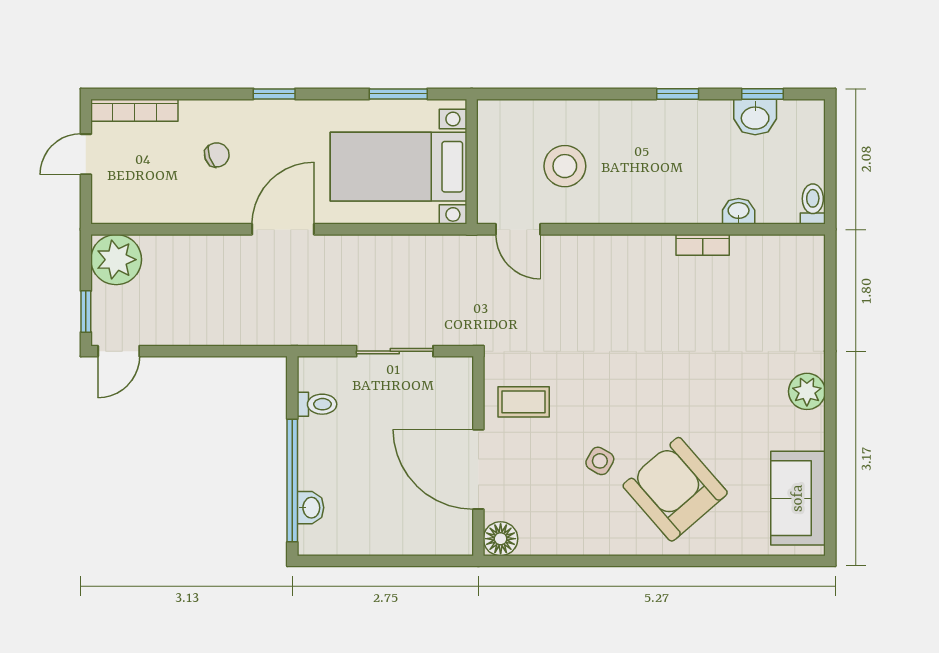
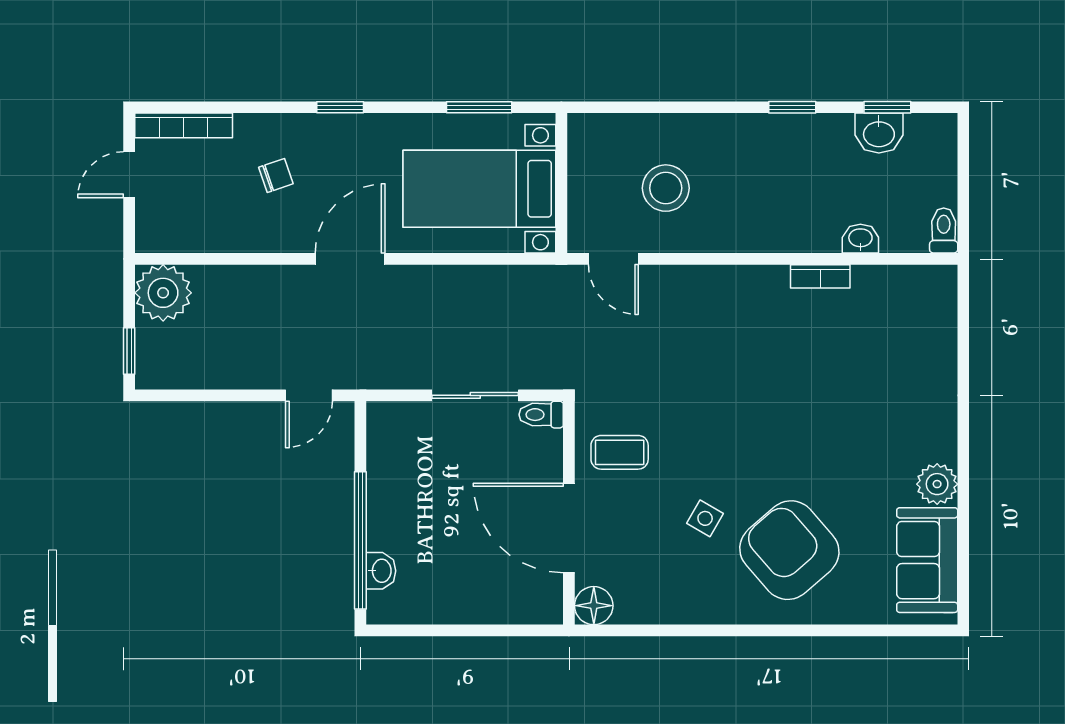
door: (119, 351) -> (309, 395), moved
plant: (807, 391) -> (937, 484), moved
toilet: (317, 404) -> (541, 415), moved, turned 180

